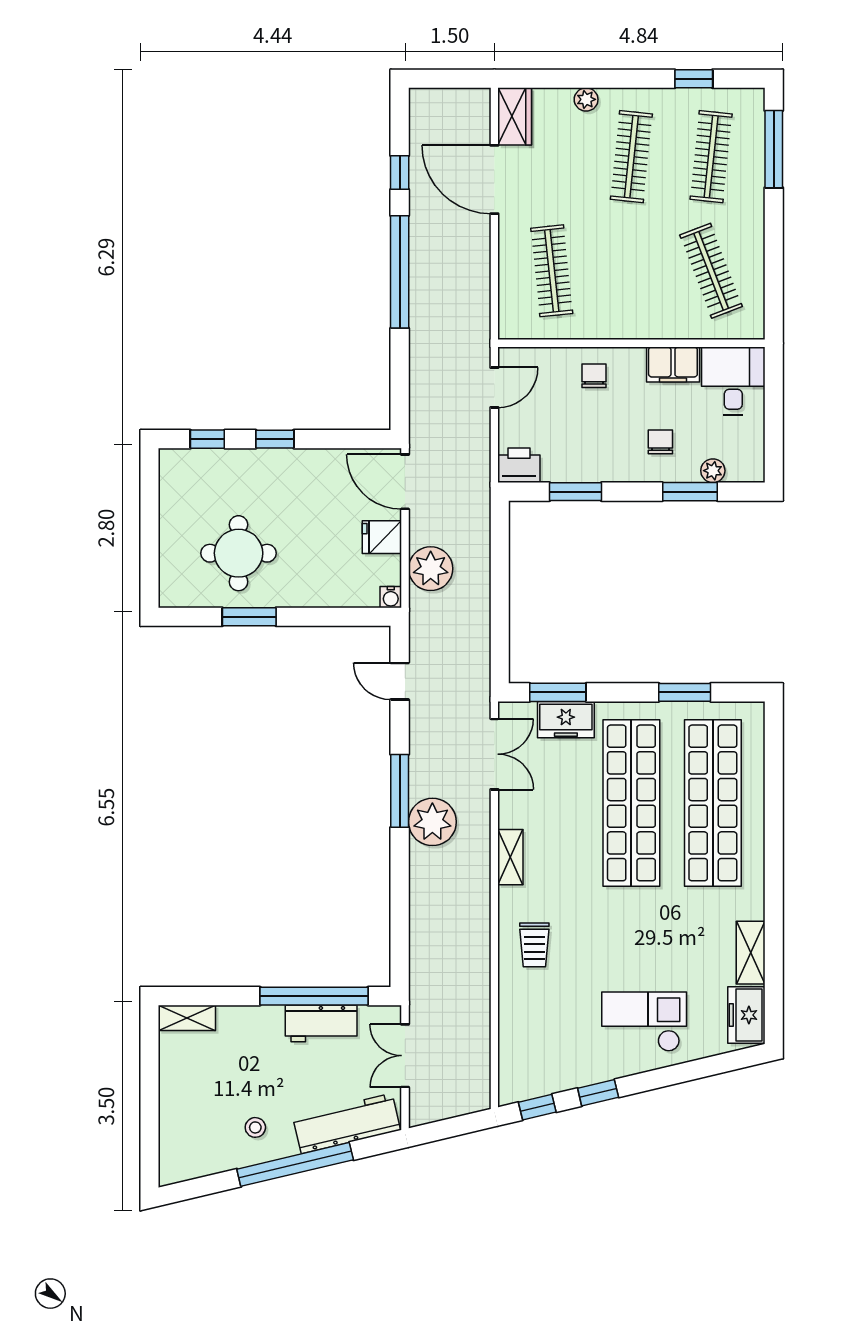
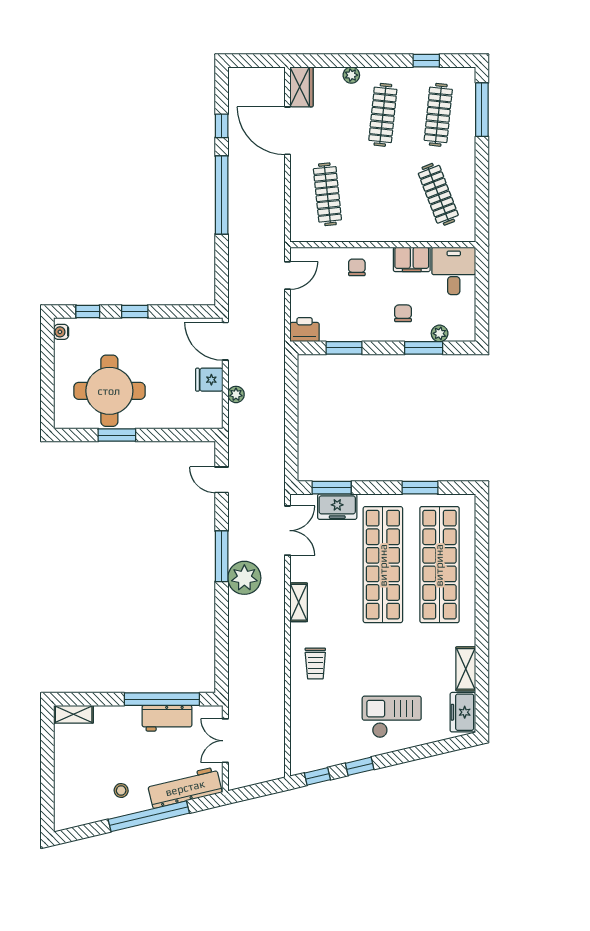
round table: (239, 553) -> (109, 391), width x1.36, depth x1.36
plant: (431, 569) -> (236, 394), width x0.53, depth x0.53
water cooler: (391, 597) -> (61, 332), moved, turned 90

